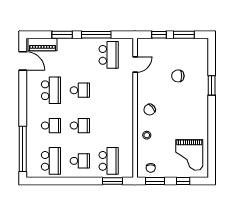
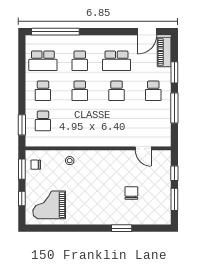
school desk: (109, 55) -> (153, 91), moved, width x0.54
chair: (150, 110) -> (96, 164), removed
school desk: (109, 161) -> (43, 121), width x0.54

